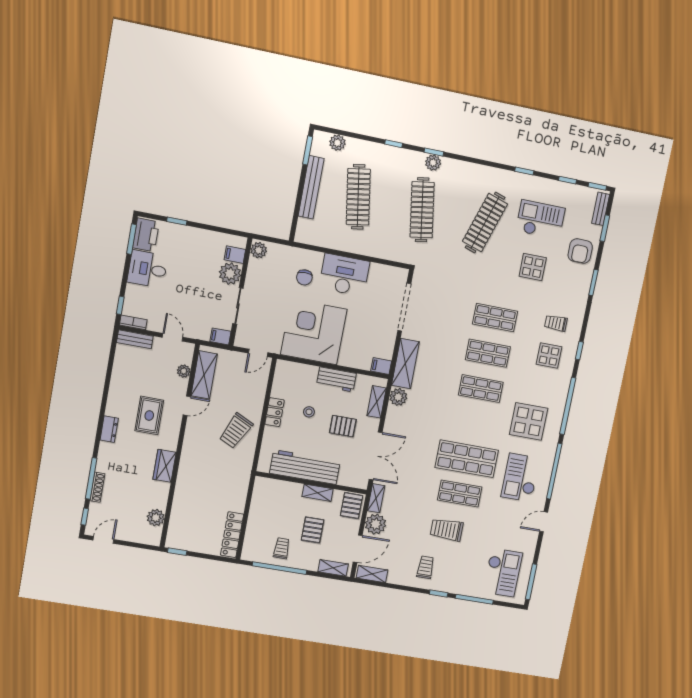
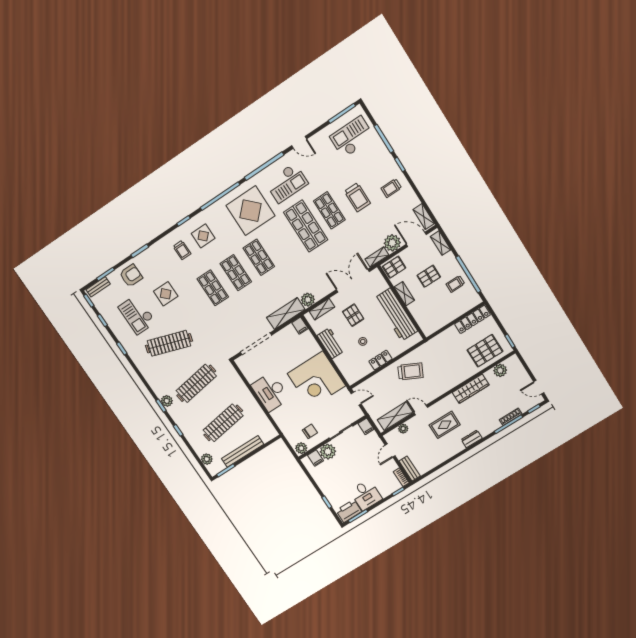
chair: (304, 277) -> (310, 431), moved
display table: (529, 421) -> (251, 211), width x1.36, depth x1.36
wardrobe: (165, 466) -> (471, 389), width x1.50
pallet: (190, 520) -> (485, 351), added

